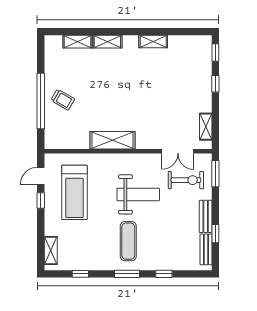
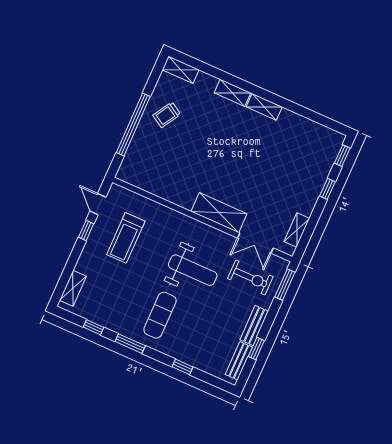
shelving: (153, 41) -> (264, 107), moved
shelving: (78, 42) -> (181, 70), moved
trolley: (63, 100) -> (167, 115), moved, turned 91
shelving: (113, 140) -> (219, 213), moved
door: (41, 176) -> (98, 204), hinge flipped
treadmill: (74, 192) -> (126, 238), width x0.73, depth x0.73
window: (127, 274) -> (130, 344), moved

